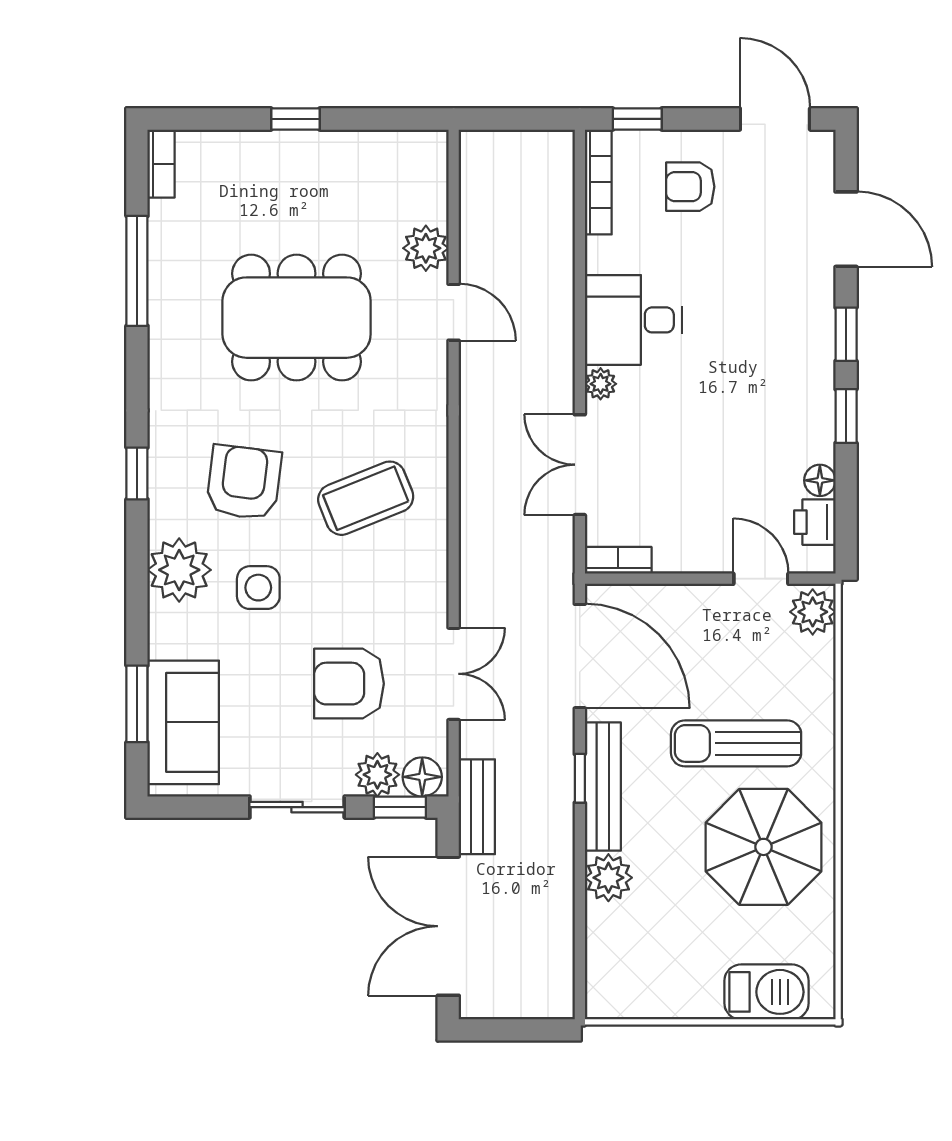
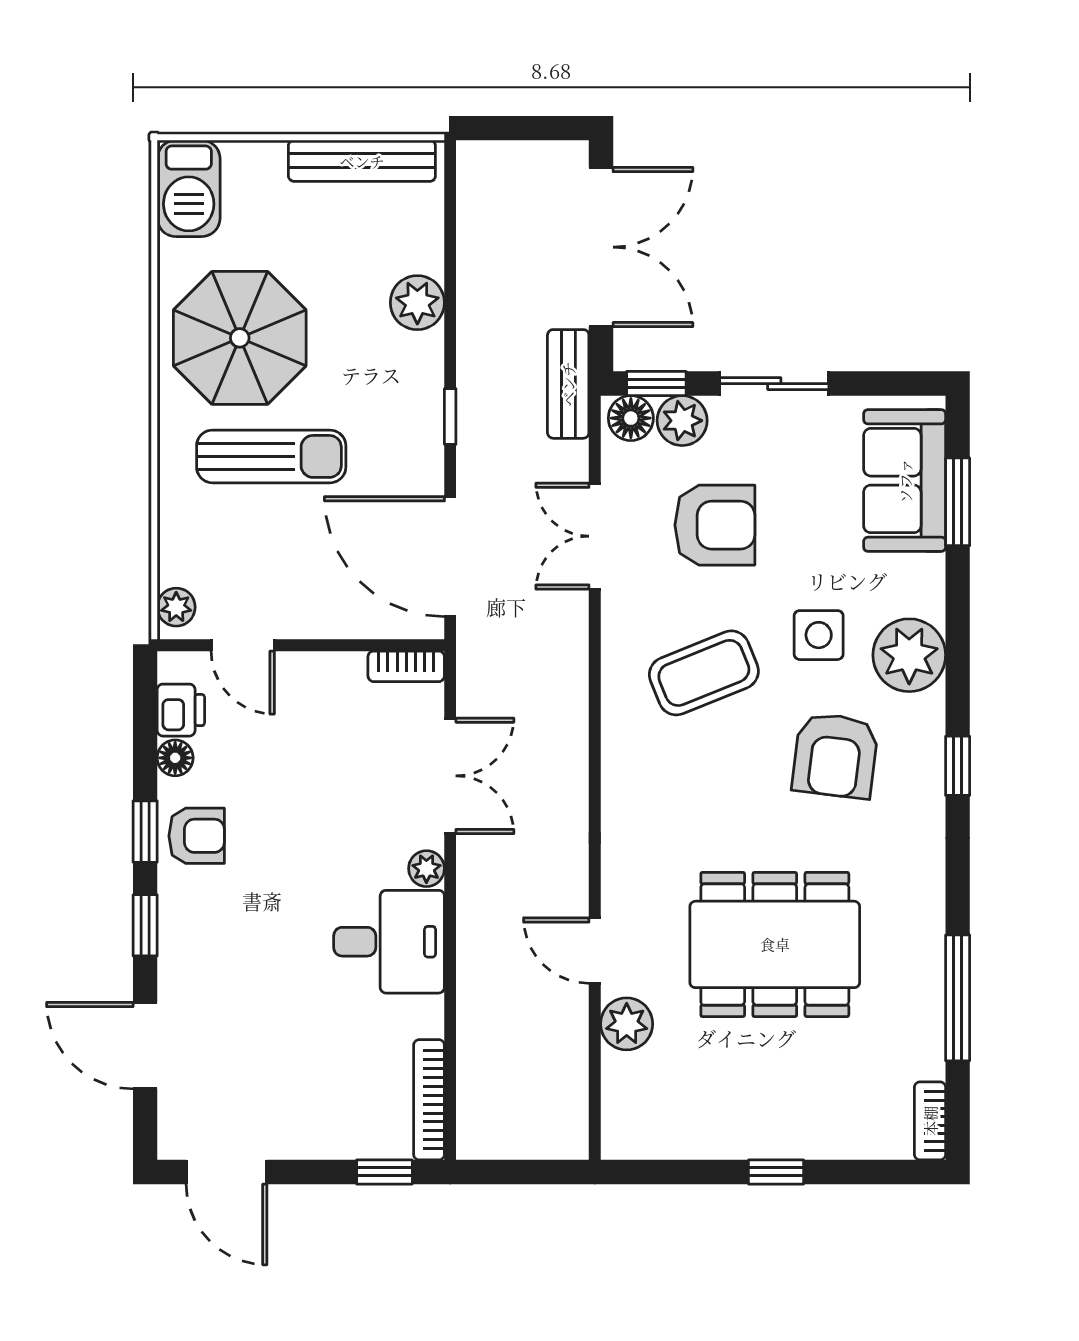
armchair: (690, 187) -> (197, 836), moved
coffee table: (366, 498) -> (704, 673), moved
plant: (813, 612) -> (176, 607), width x0.73, depth x0.73
bench: (603, 787) -> (362, 161), moved, turned 90
barbecue: (766, 992) -> (189, 188), moved, turned -90

